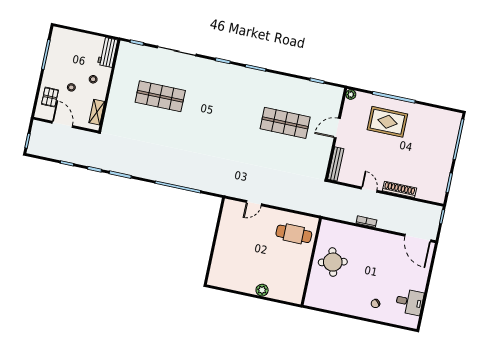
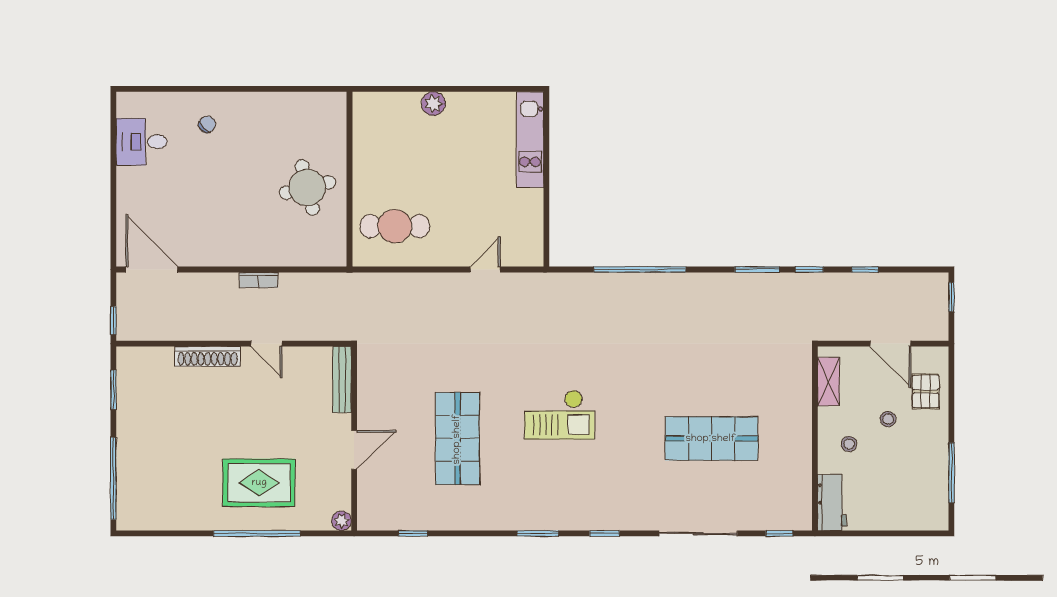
shop shelf: (285, 123) -> (457, 439), turned 90
checkout: (232, 124) -> (559, 415), added
kitchen unit: (218, 262) -> (530, 140), added

